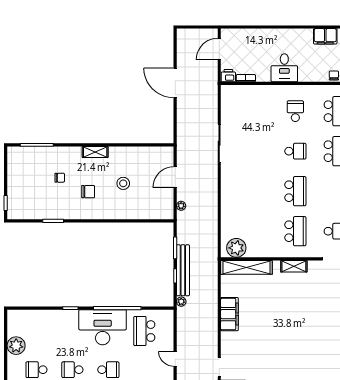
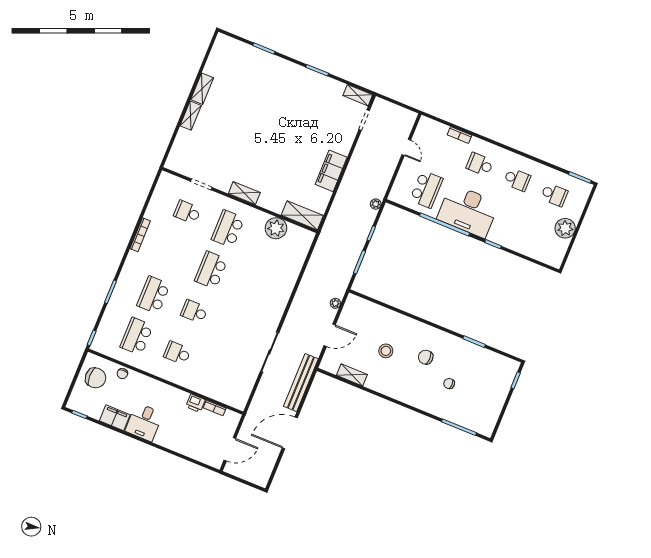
desk: (284, 68) -> (144, 422), moved, turned 180
printer: (228, 76) -> (195, 403), moved
door: (175, 83) -> (290, 433), swing flipped
school desk: (295, 111) -> (177, 353), turned 90
shelving: (95, 152) -> (352, 375), moved
plant: (236, 248) -> (276, 228), moved
shelving: (246, 267) -> (302, 215), width x0.68
bench: (183, 270) -> (301, 383), moved

